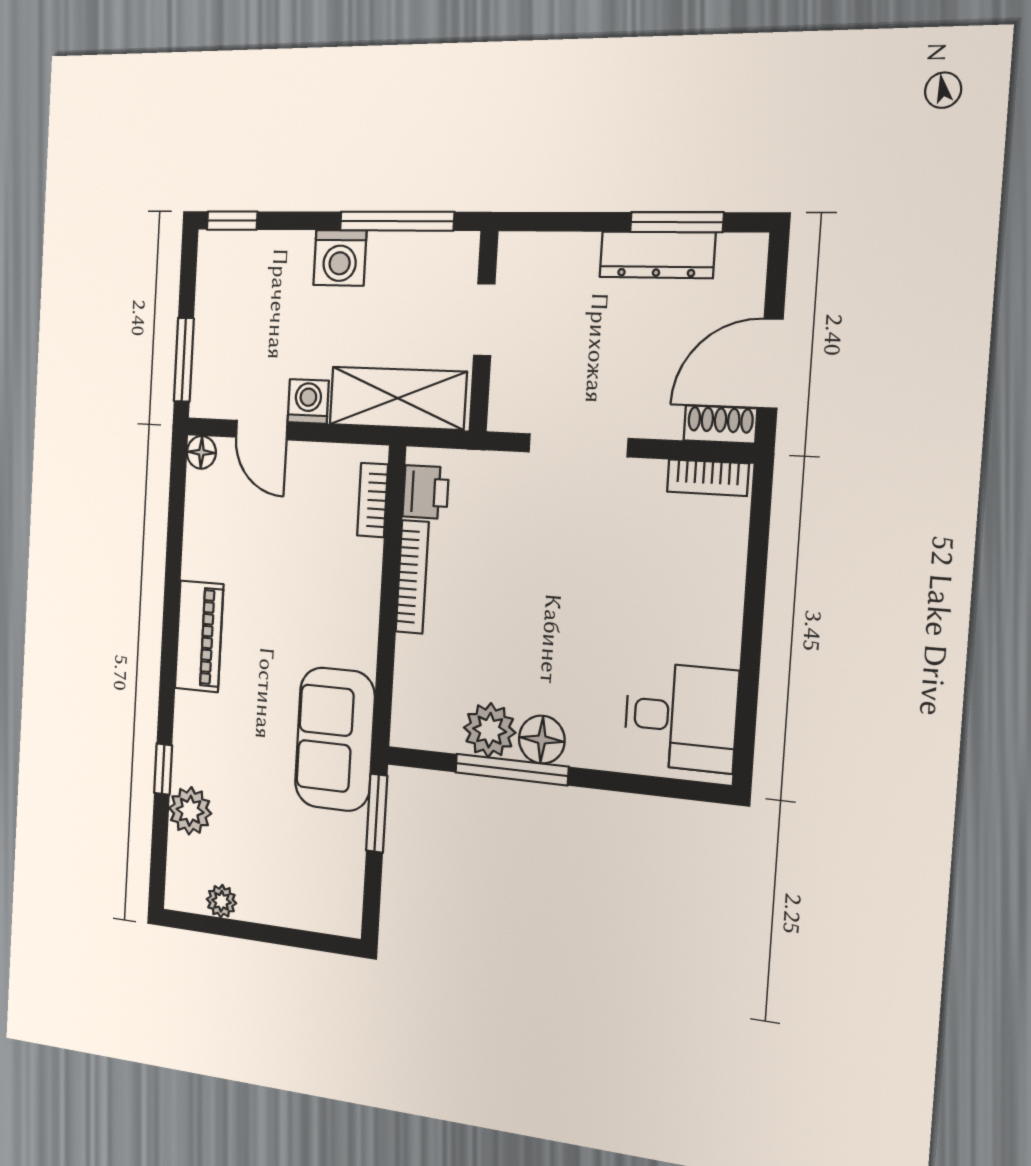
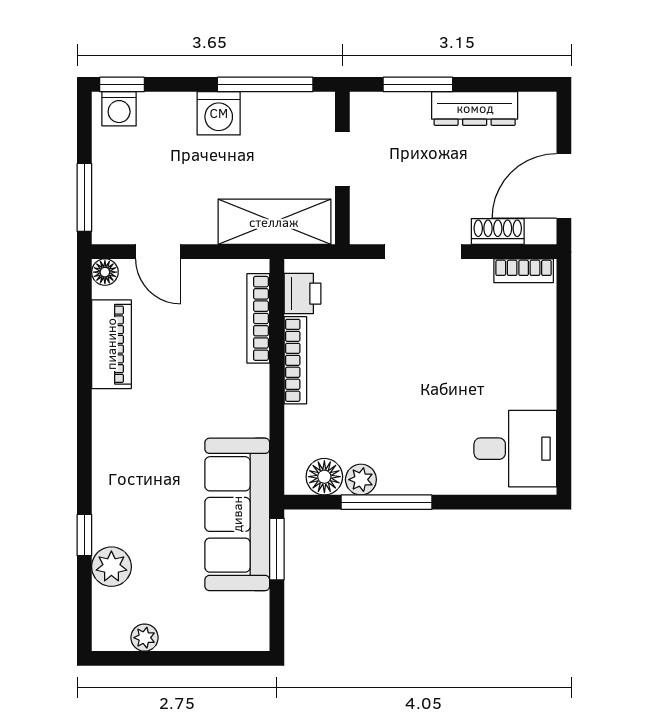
window: (677, 222) -> (418, 84), moved
washing machine: (308, 401) -> (119, 109), moved, turned 180
shoe rack: (720, 424) -> (498, 231), moved
bookcase: (373, 500) -> (258, 318), width x1.56
piano: (199, 636) -> (111, 344), moved
plant: (490, 730) -> (361, 480), width x0.73, depth x0.73
sofa: (335, 739) -> (237, 514), width x1.36
floor lamp: (542, 740) -> (324, 477), moved

